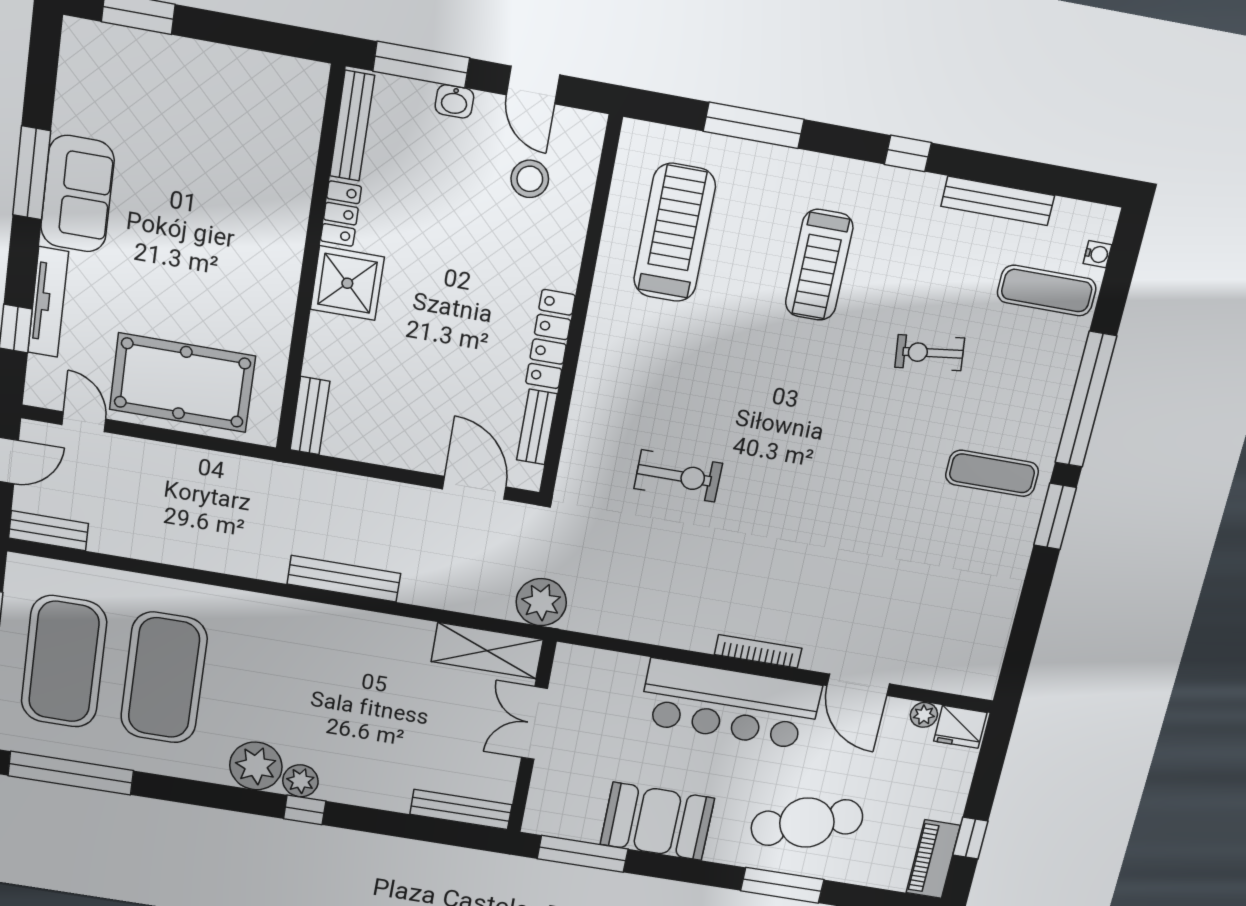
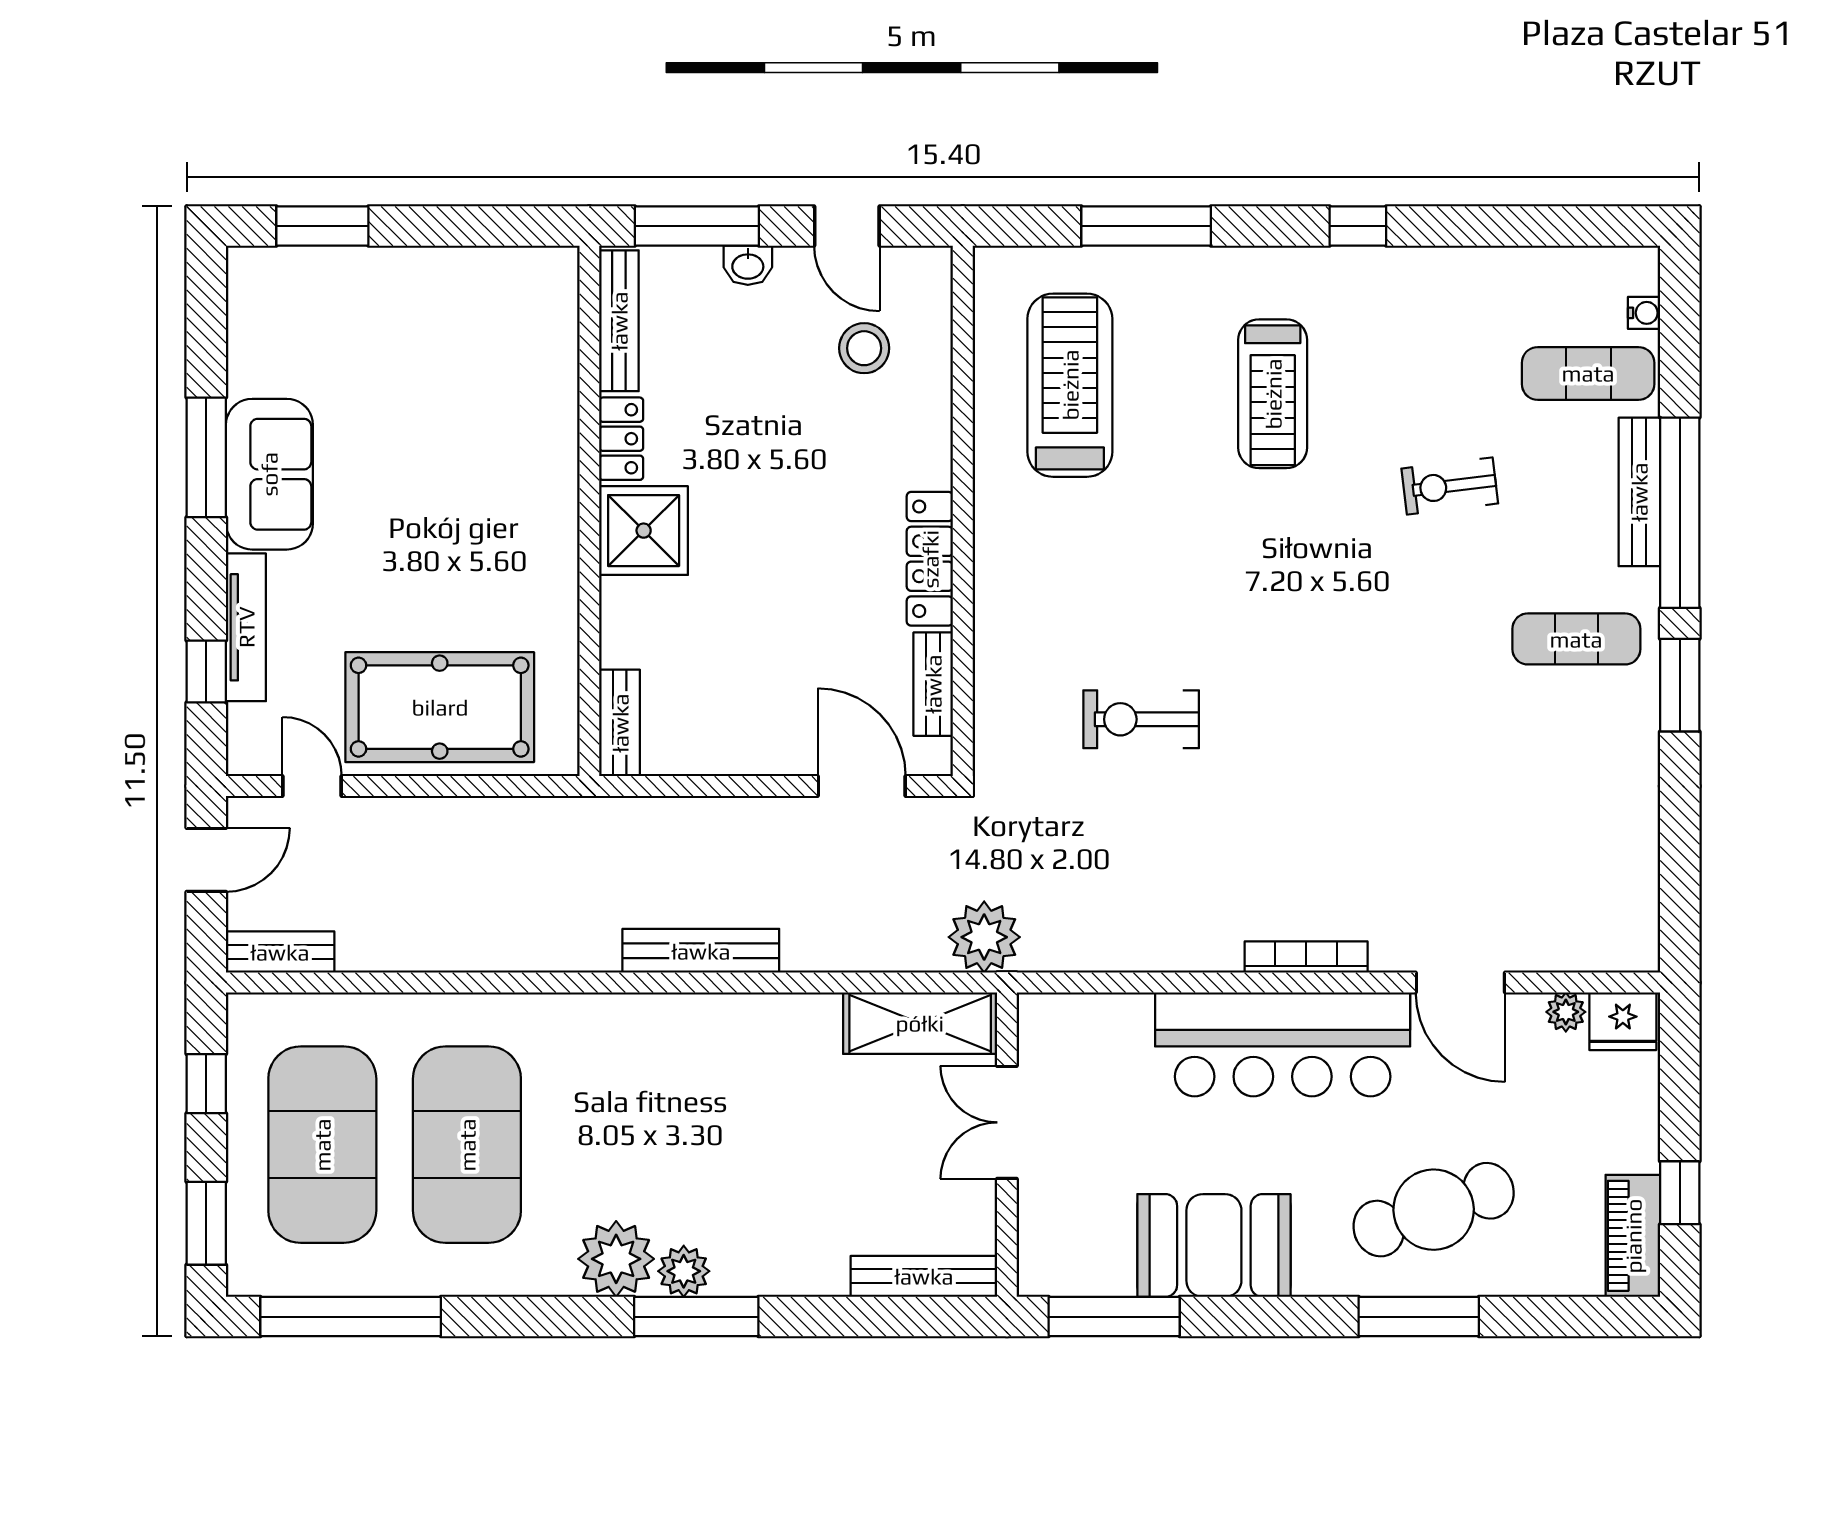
bench: (998, 201) -> (1639, 492), moved, turned 90
exercise bike: (678, 476) -> (1141, 719), turned 180
window: (305, 810) -> (696, 1317), width x2.17

